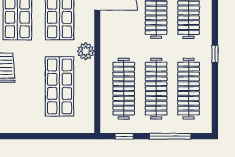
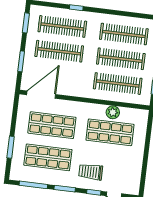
plant: (86, 51) -> (113, 112), moved
window: (215, 54) -> (76, 8), moved

